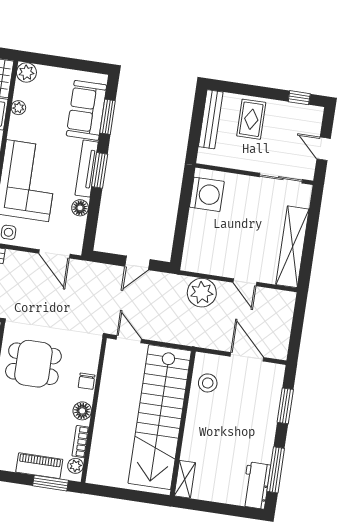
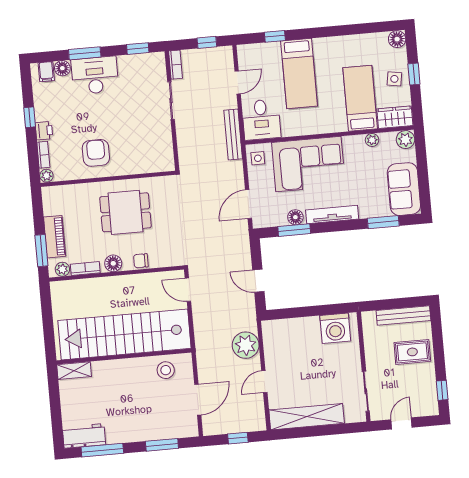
sofa: (86, 110) -> (404, 189), moved, turned -90
window: (100, 170) -> (294, 230), moved
window: (297, 324) -> (238, 438), added
door: (129, 339) -> (188, 290), swing flipped
dining table: (33, 364) -> (125, 212), moved, turned 90

